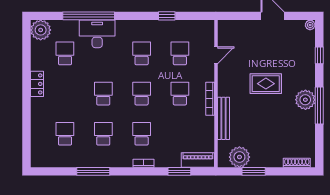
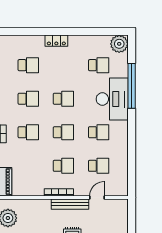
window: (167, 16) -> (132, 154), removed
desk: (97, 34) -> (112, 99), width x1.36, depth x1.30
door: (216, 55) -> (97, 197), swing flipped
locker: (37, 84) -> (56, 41), moved
bench: (223, 118) -> (70, 204), moved

